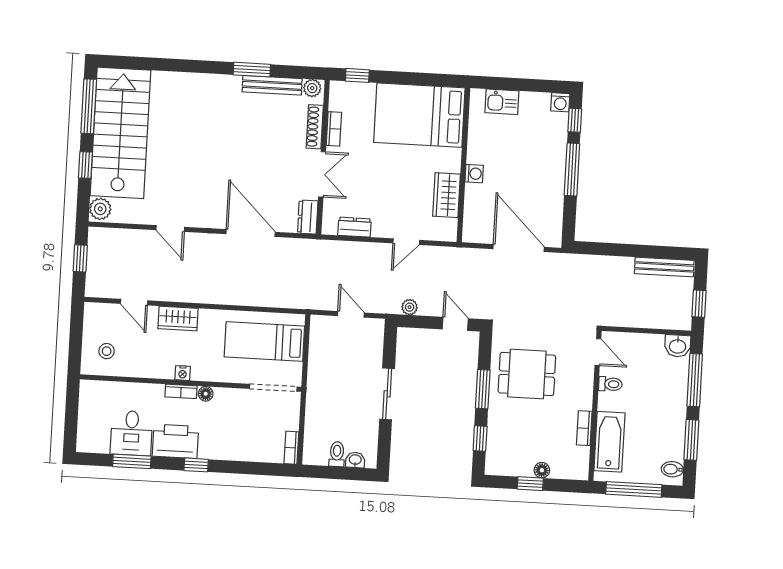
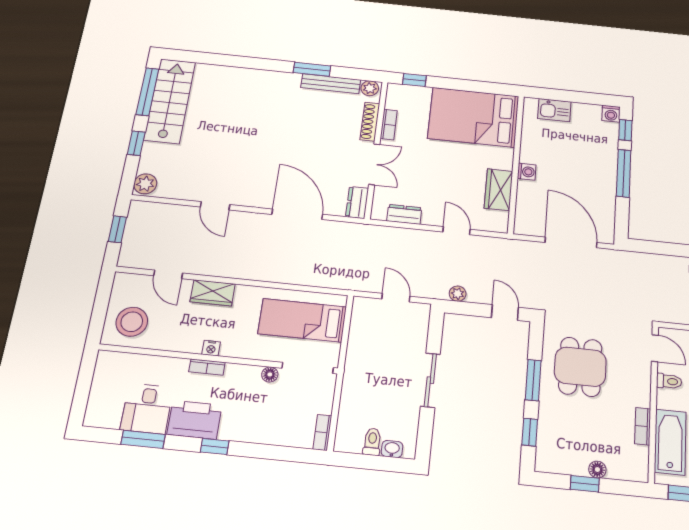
stairs: (120, 133) -> (170, 101), width x0.73, depth x0.66
door: (406, 242) -> (456, 231), swing flipped
stool: (107, 351) -> (132, 322), width x1.89, depth x1.89
dining table: (527, 374) -> (580, 367), turned 90
floor lamp: (206, 394) -> (270, 374), moved

